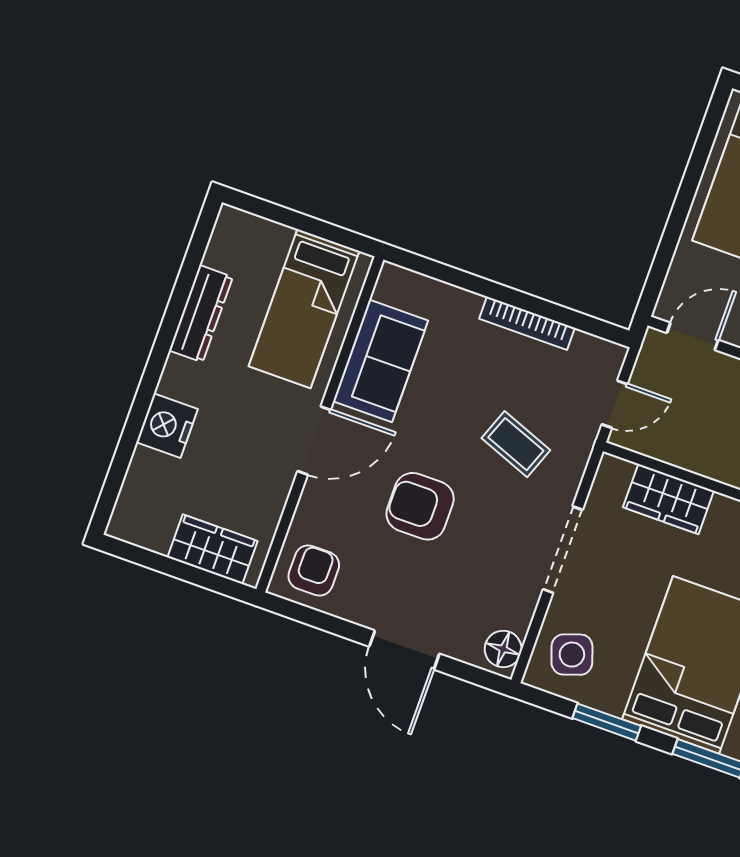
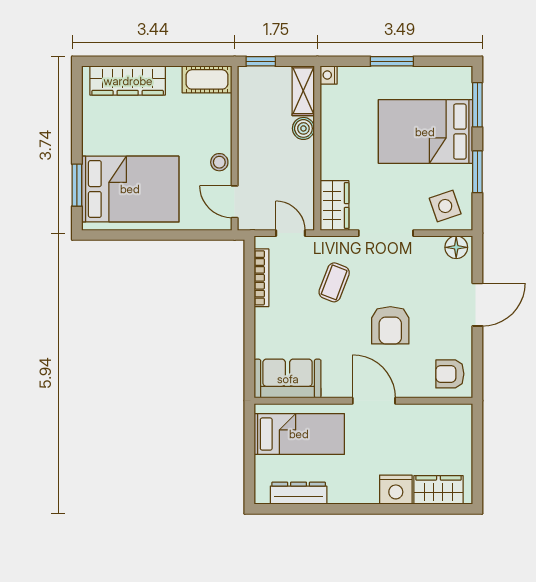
dresser: (201, 314) -> (299, 493), moved
bookcase: (527, 323) -> (261, 278), moved
sofa: (381, 361) -> (288, 379), moved
wardrobe: (668, 499) -> (334, 206), moved
wardrobe: (213, 549) -> (438, 490), moved, turned 90

